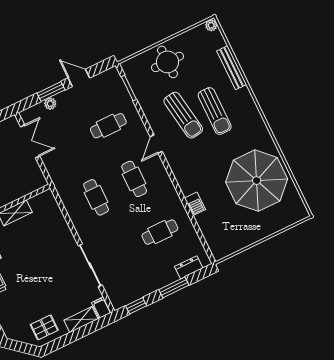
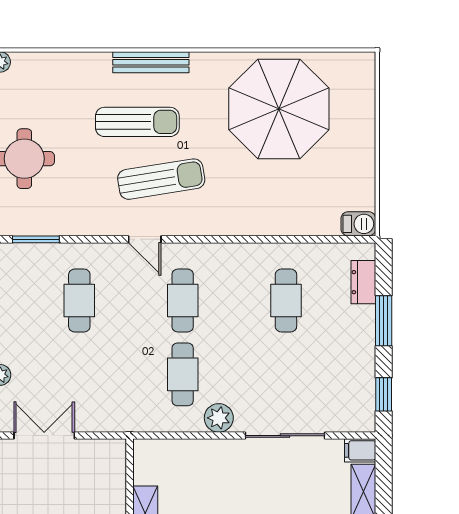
bench: (232, 68) -> (151, 62), moved
sun lounger: (183, 115) -> (161, 179), moved
cafe table: (134, 179) -> (183, 300), turned 90
cafe table: (96, 197) -> (183, 374), turned 90
barbecue: (195, 204) -> (358, 224), moved
plant: (83, 227) -> (219, 418), added

